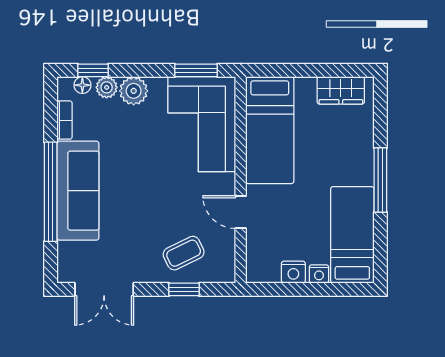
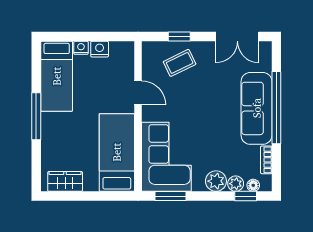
double door: (104, 289) -> (237, 37), swing flipped

